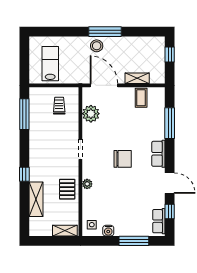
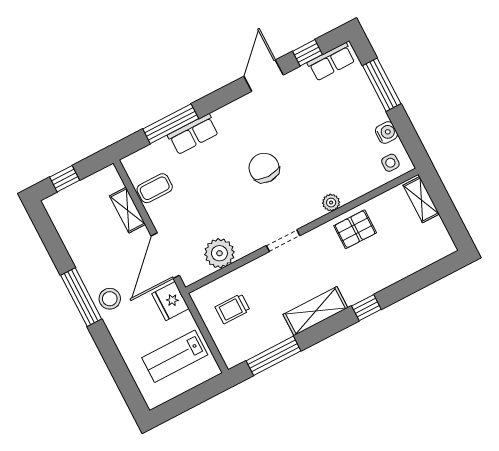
fridge: (79, 76) -> (170, 301), added
row of seats: (158, 154) -> (193, 134), moved
shelving: (36, 199) -> (315, 311), moved

